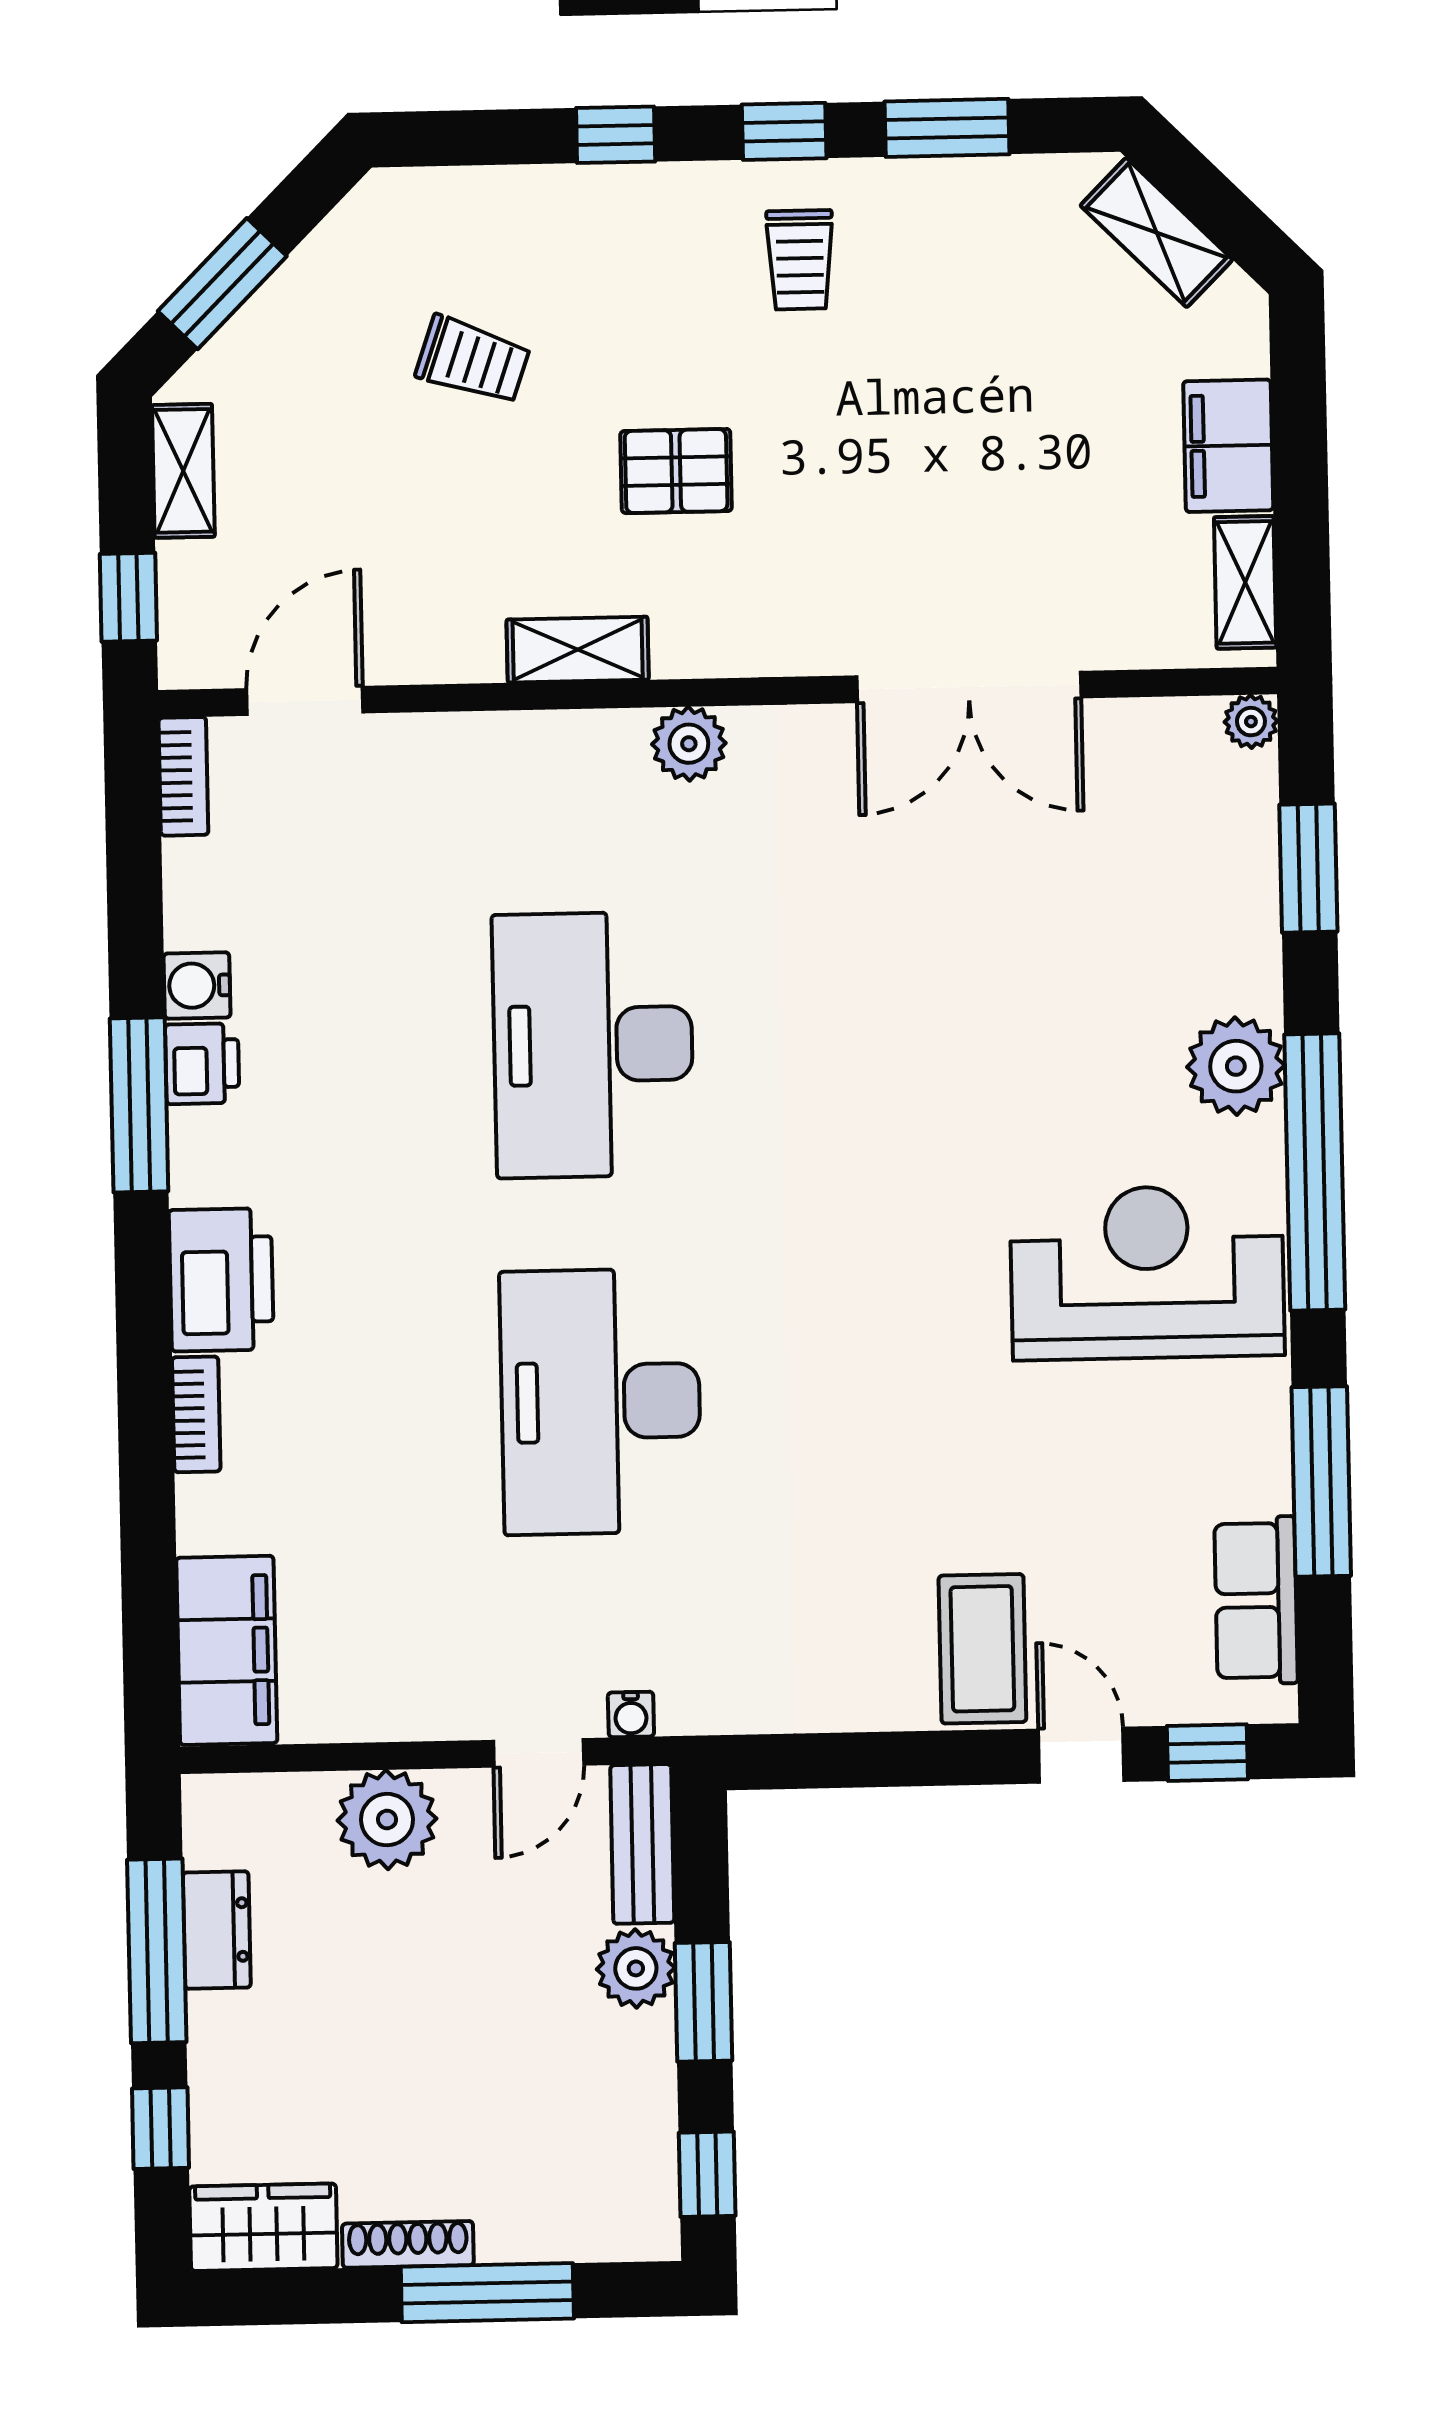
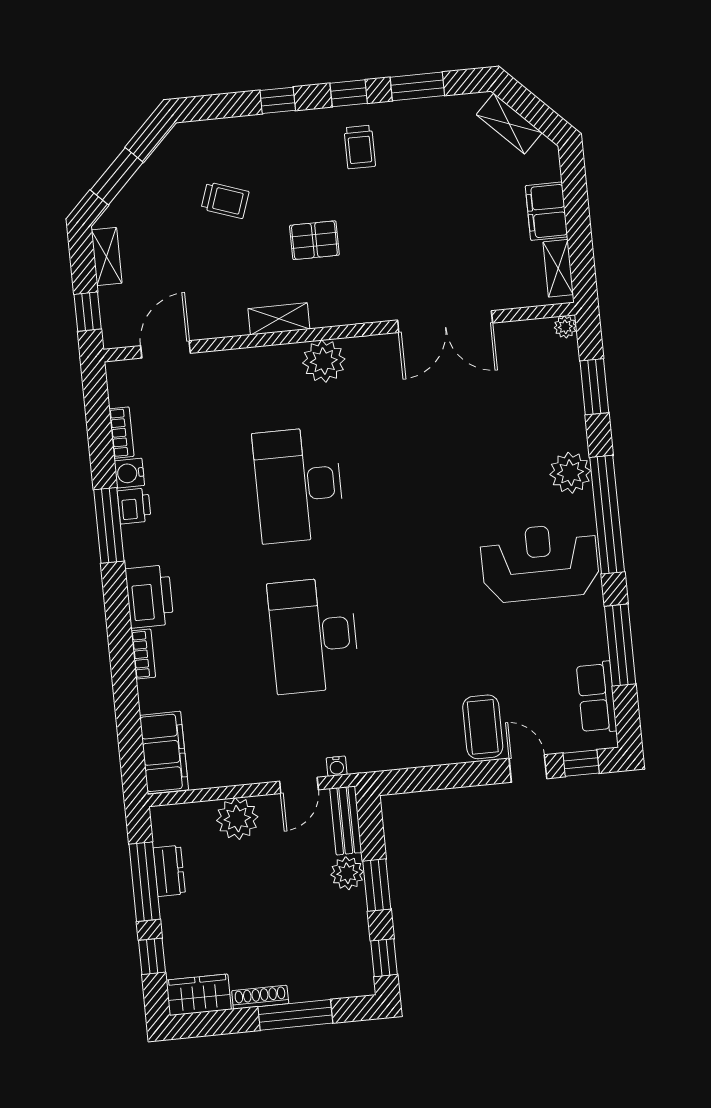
plant: (689, 744) -> (324, 361), width x1.36, depth x1.36
bookcase: (183, 776) -> (121, 433), moved

